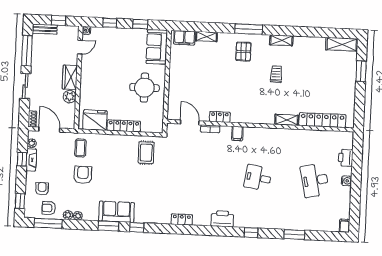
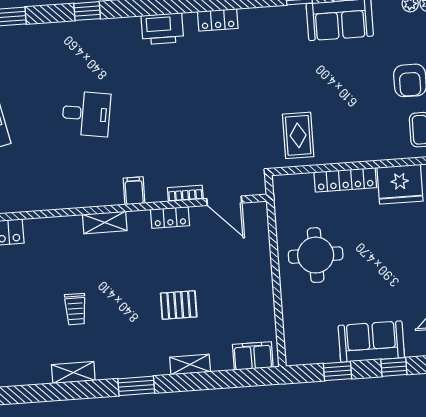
window: (249, 29) -> (136, 386), width x0.69
shelving: (207, 37) -> (190, 365), moved
sofa: (157, 47) -> (371, 342), moved, turned -90
pallet: (243, 52) -> (179, 305), moved, turned 90
shelving: (287, 120) -> (105, 223), moved
printer: (222, 219) -> (162, 29), moved

